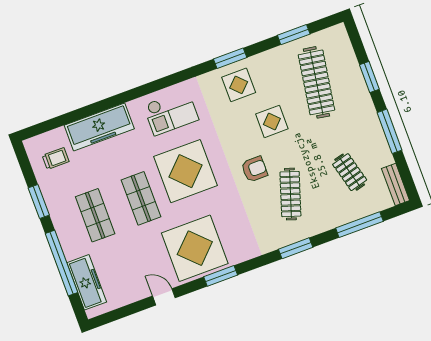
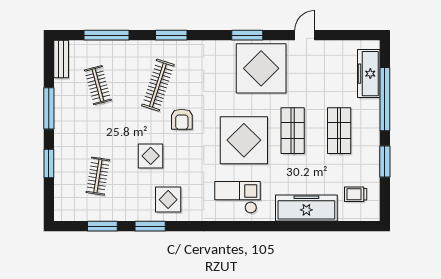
window: (230, 58) -> (150, 226), moved
clothes rail: (316, 82) -> (98, 176), width x0.54, depth x0.76
armchair: (254, 169) -> (182, 119), turned -90
door: (164, 297) -> (305, 35), swing flipped

